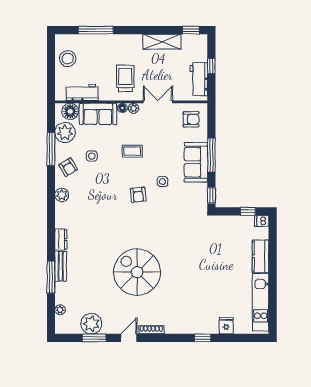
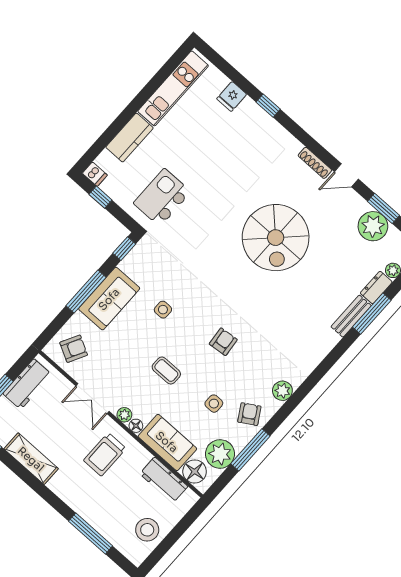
armchair: (191, 119) -> (74, 349), turned 118
armchair: (138, 195) -> (223, 342), moved
dresser: (61, 239) -> (376, 288), moved
kitchen island: (215, 240) -> (162, 197), added

